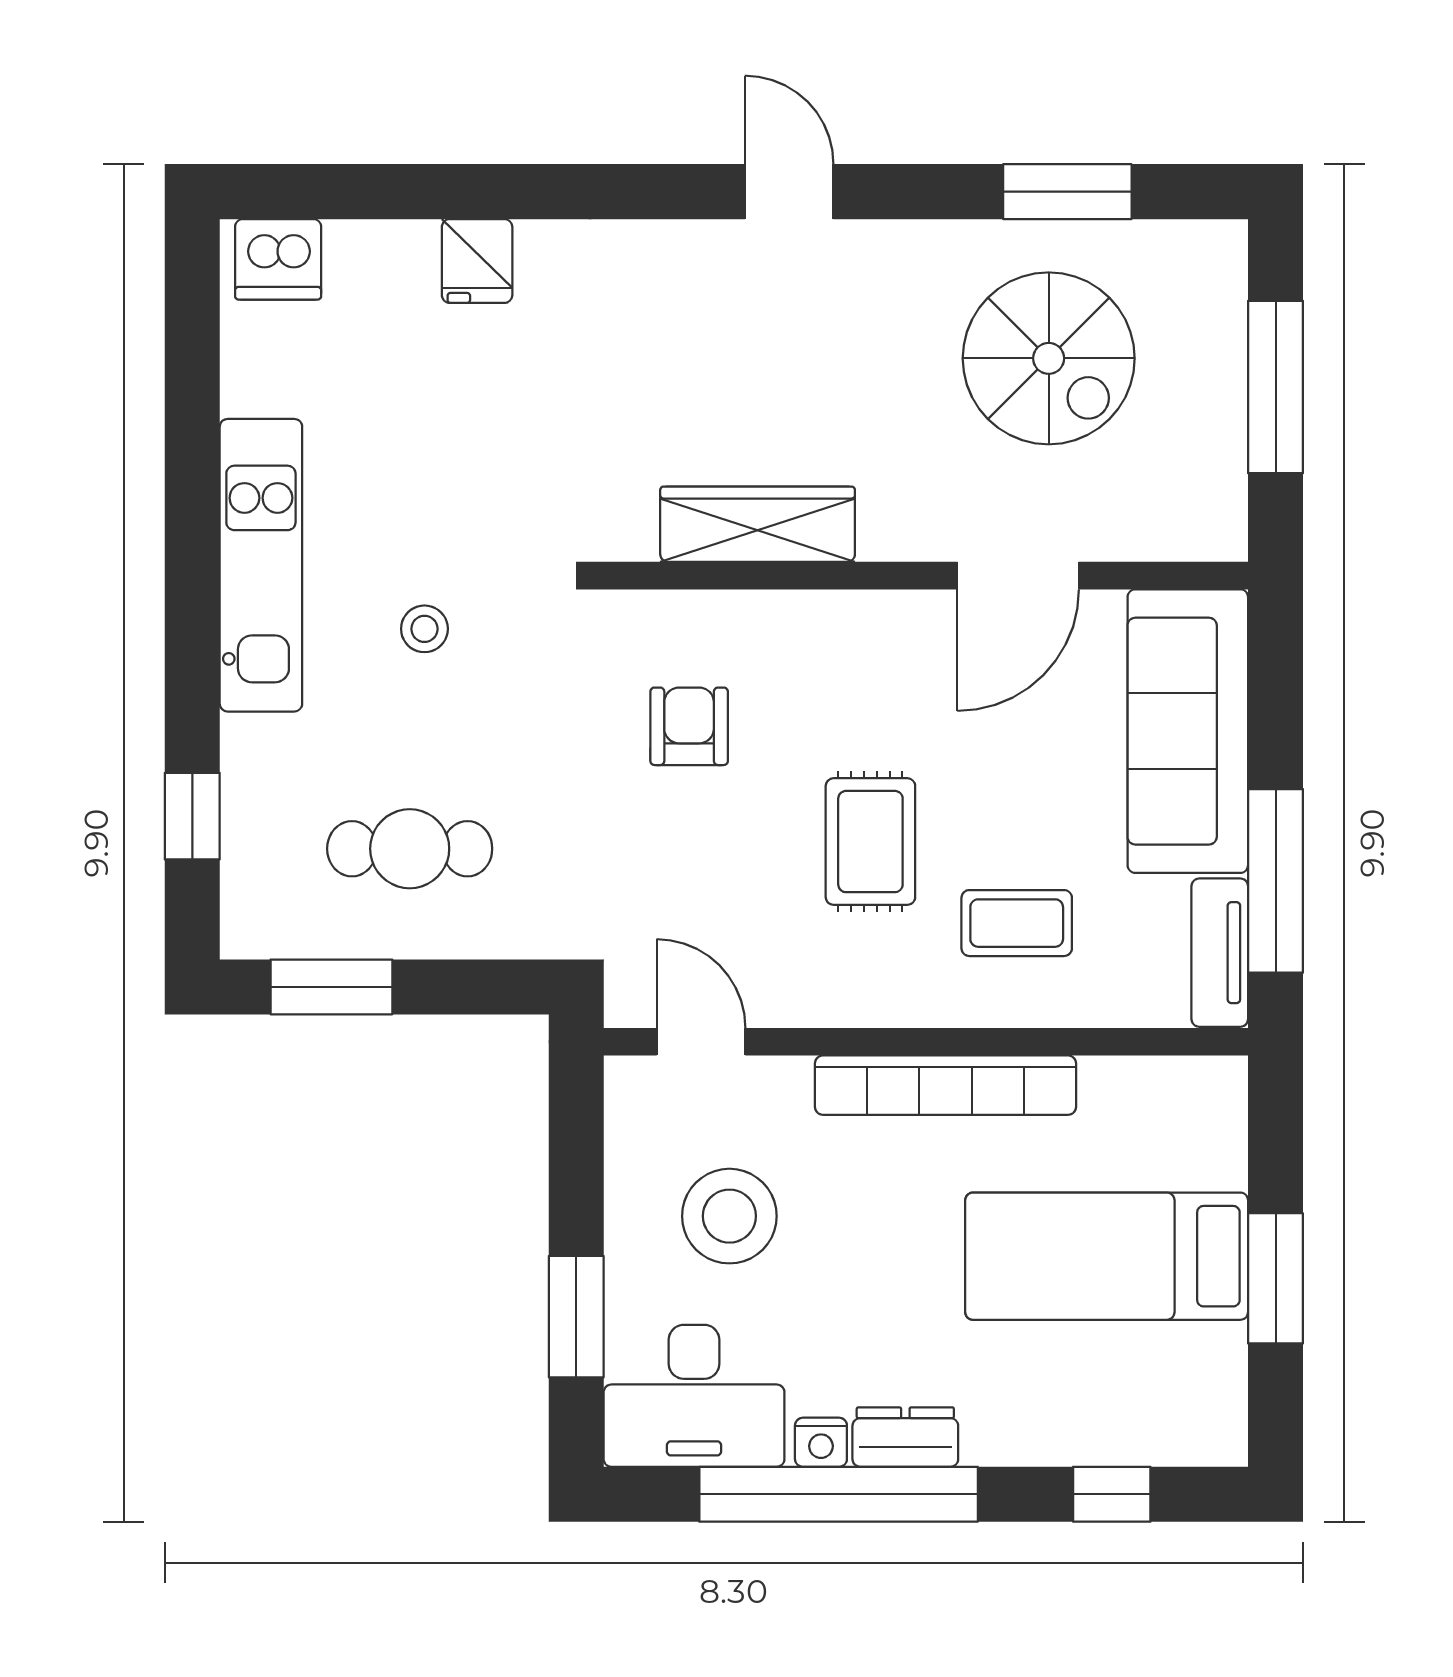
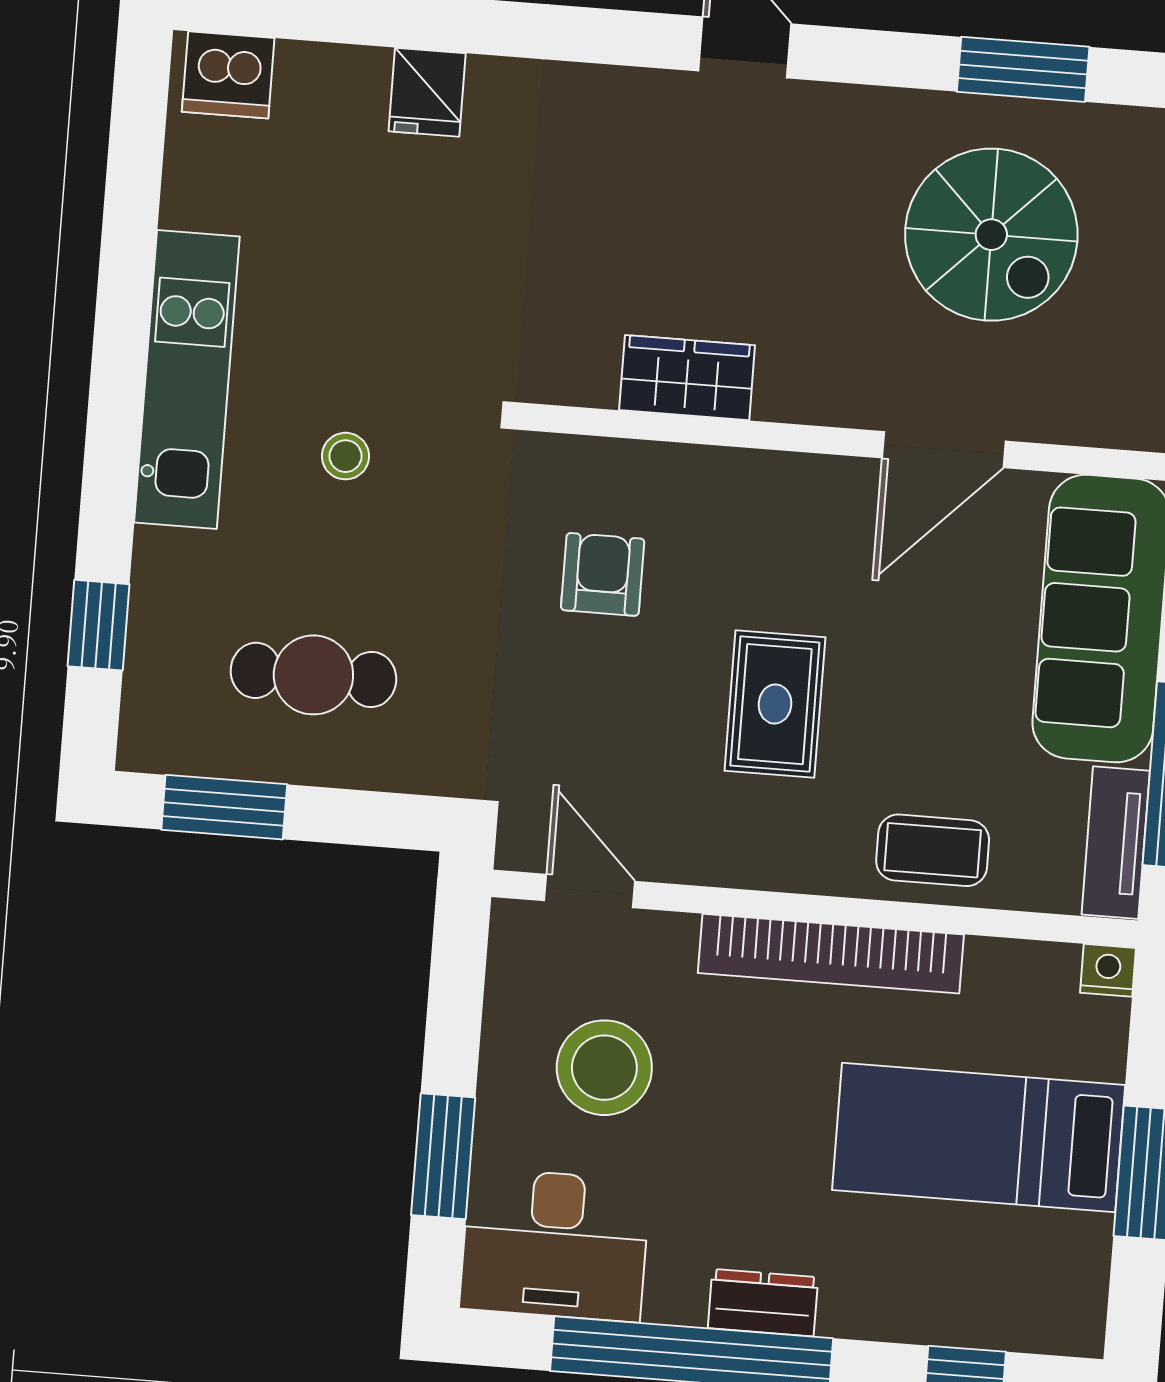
wardrobe: (758, 524) -> (687, 378), width x0.67
coffee table: (1017, 923) -> (933, 850), moved
nightstand: (821, 1442) -> (1108, 970), moved, turned 180

